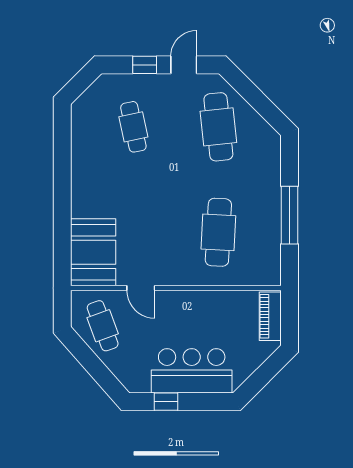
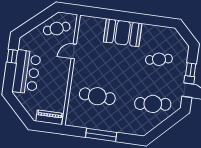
booth: (93, 252) -> (123, 33), moved

